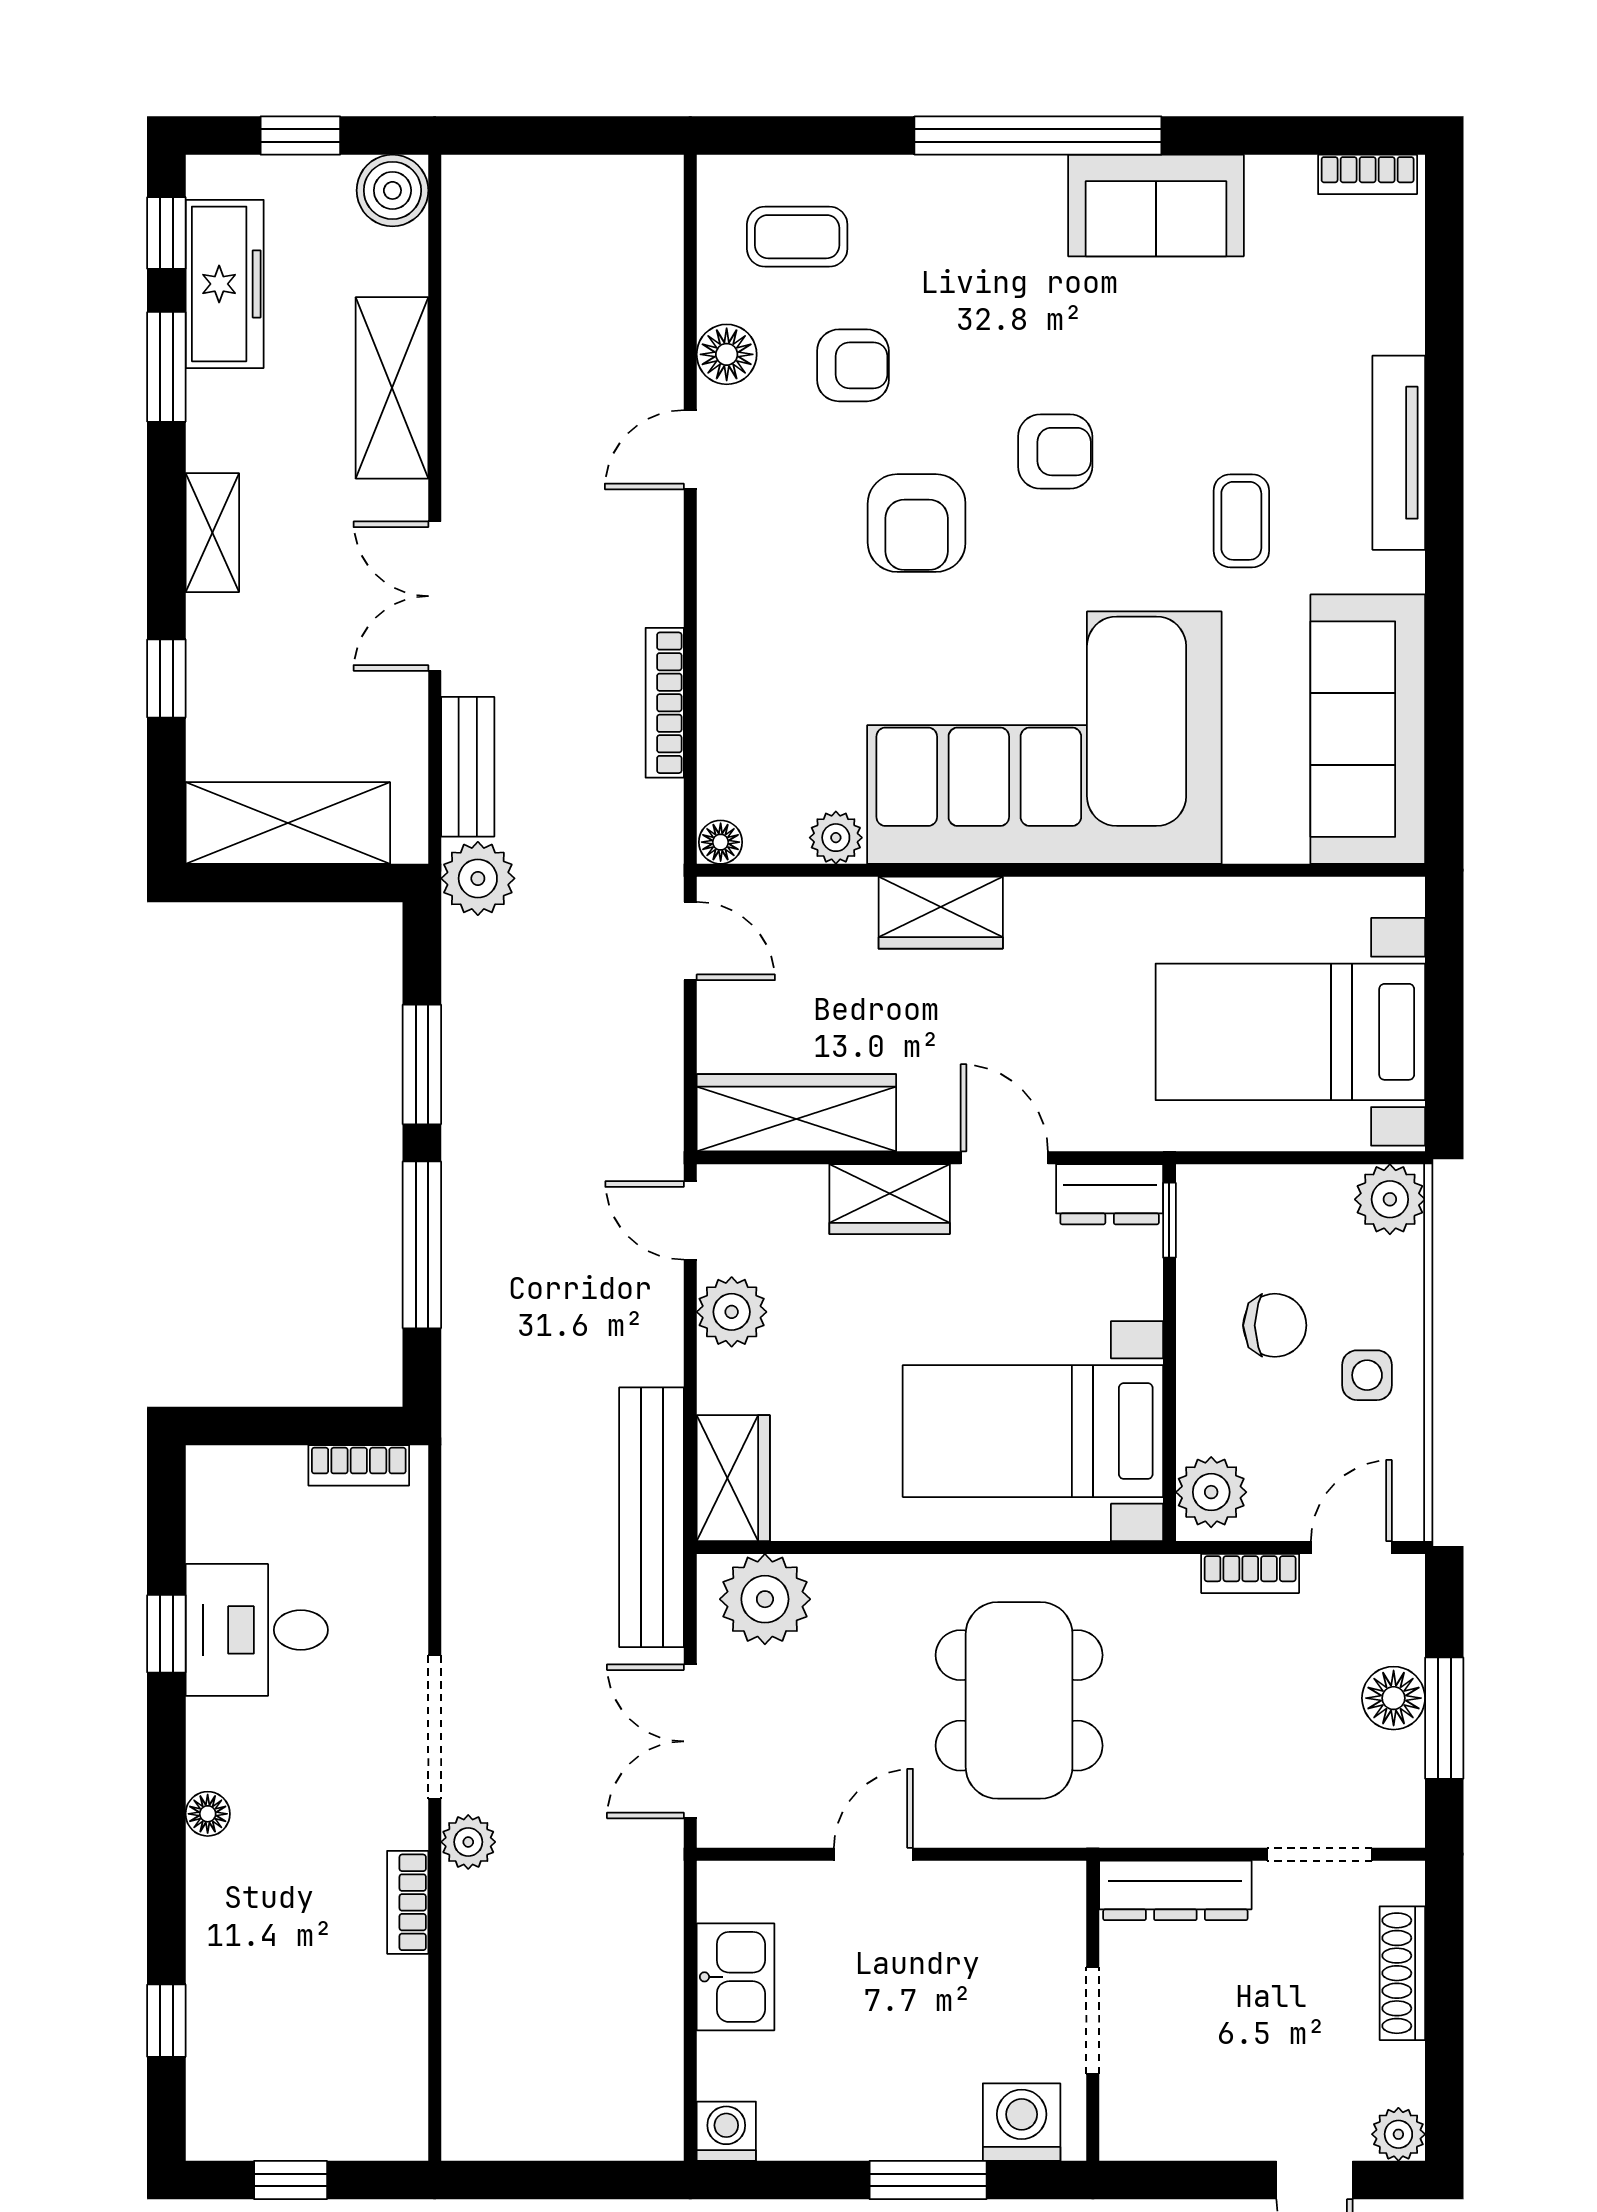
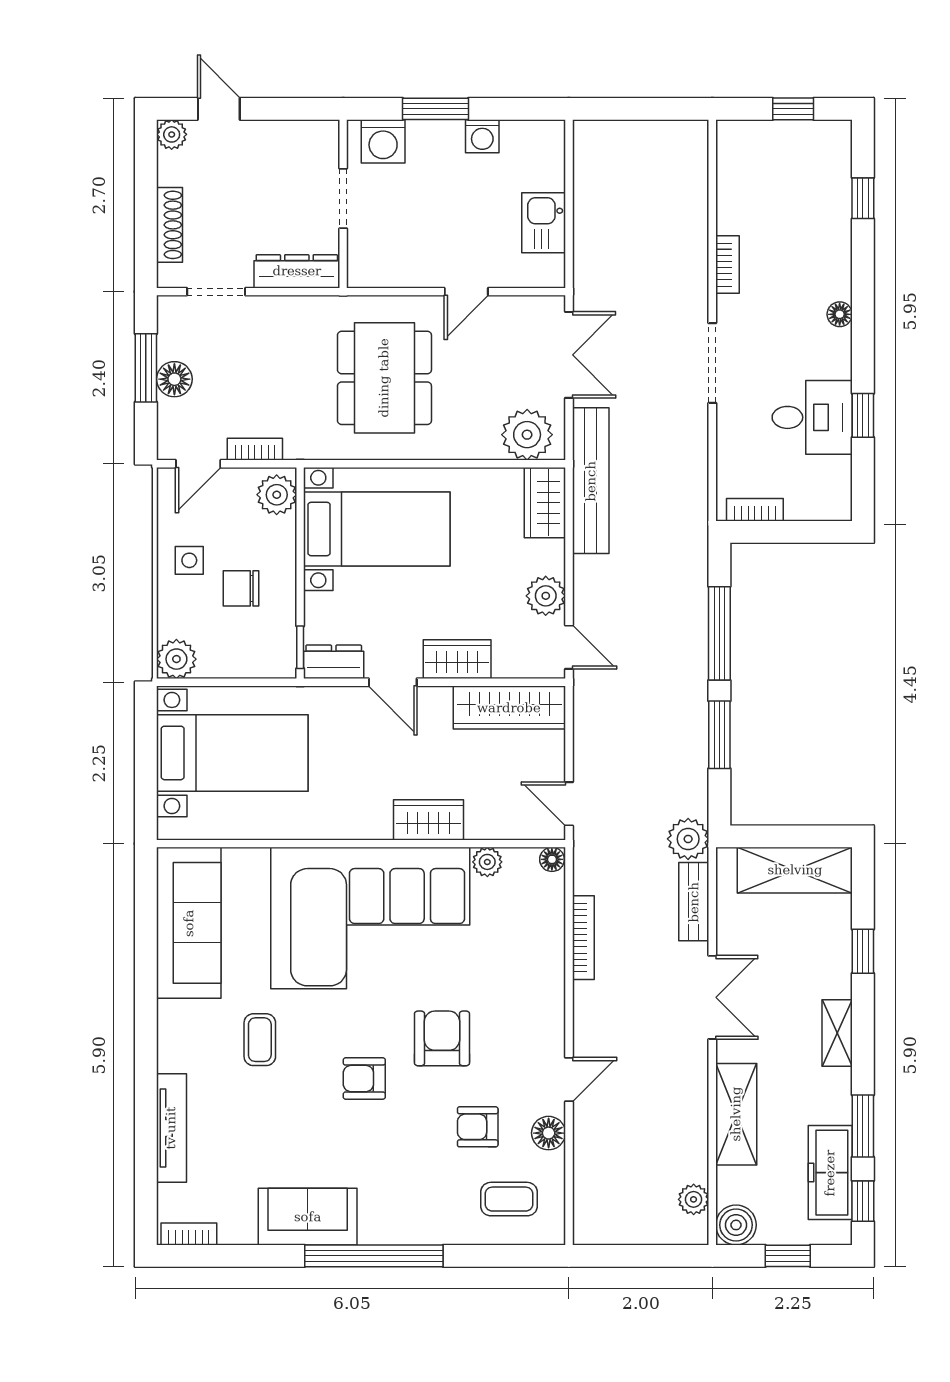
tv unit: (1399, 453) -> (171, 1128), moved
plant: (468, 1842) -> (694, 1199), moved
washing machine: (726, 2131) -> (482, 136), moved

